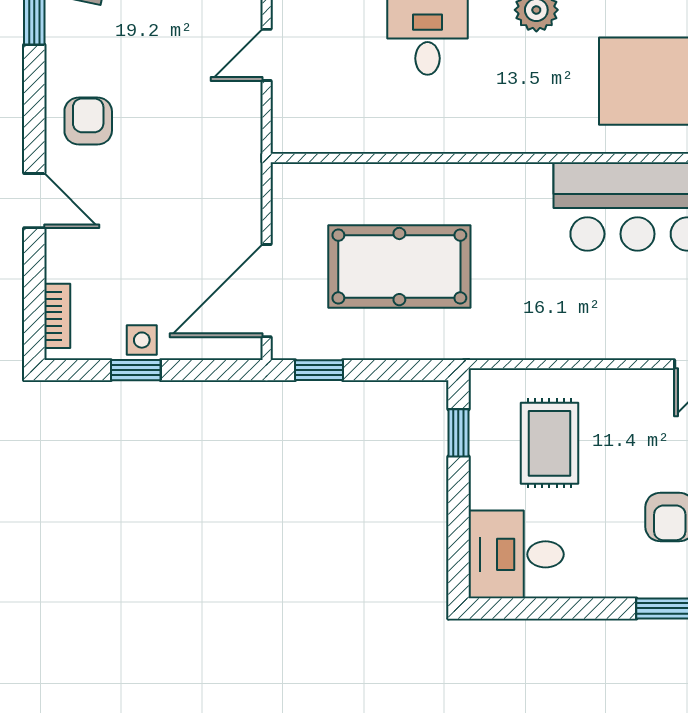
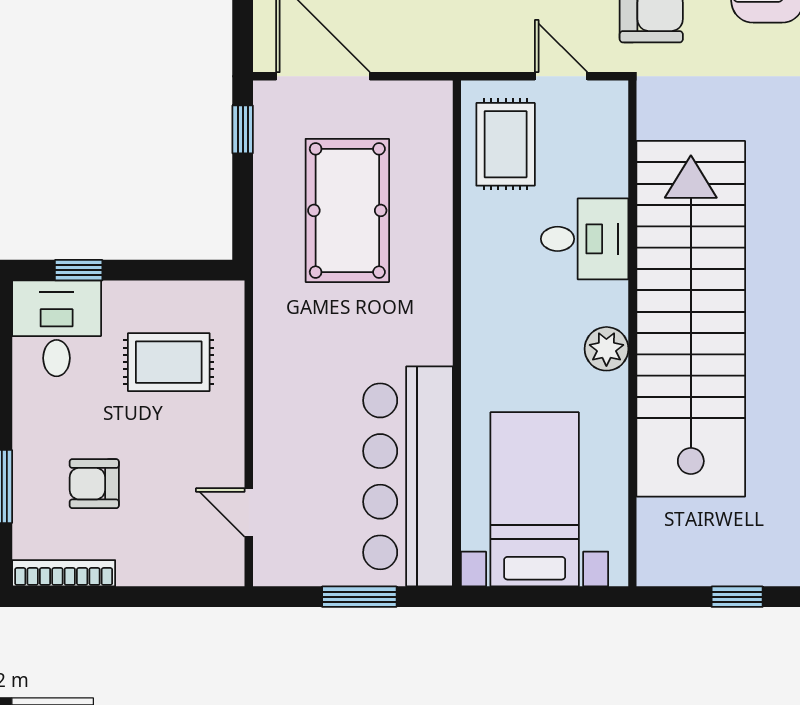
rug: (334, 110) -> (506, 144), added
window: (458, 433) -> (79, 270), moved

